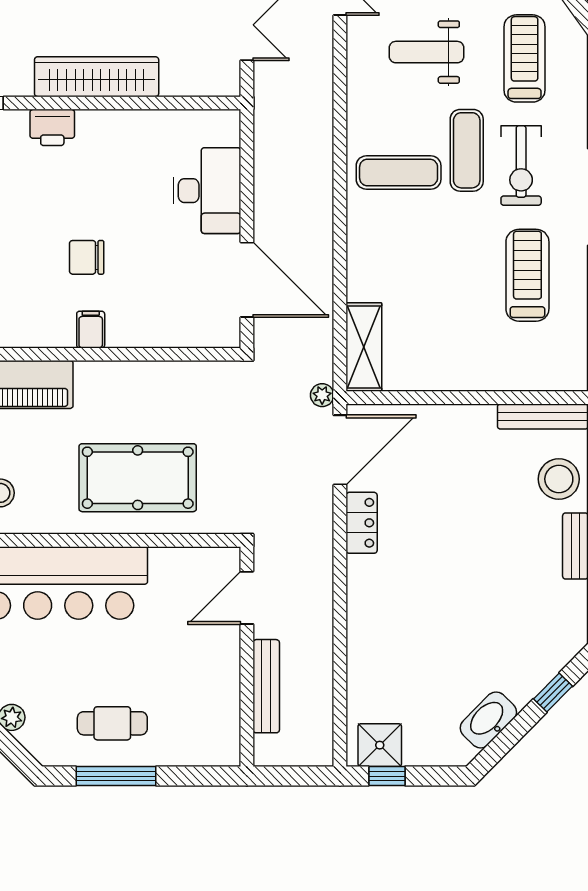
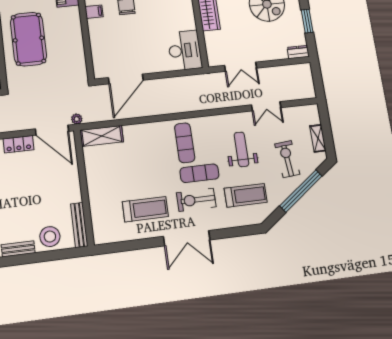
desk: (207, 191) -> (185, 50), moved, turned -90

